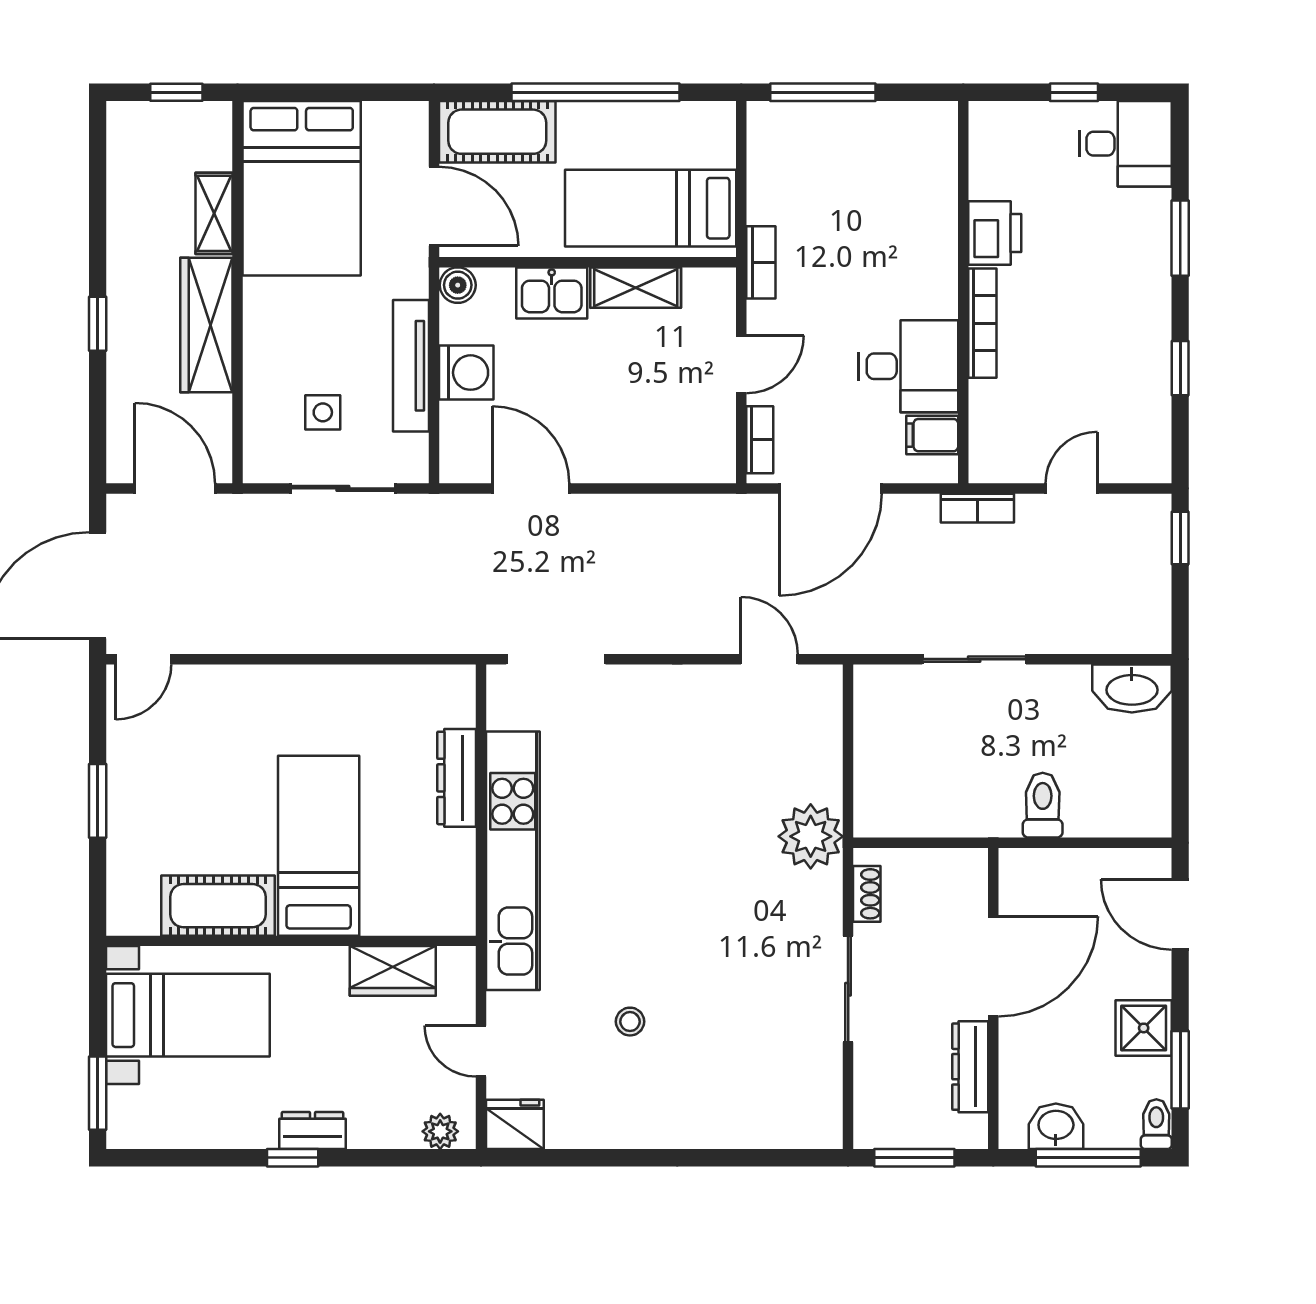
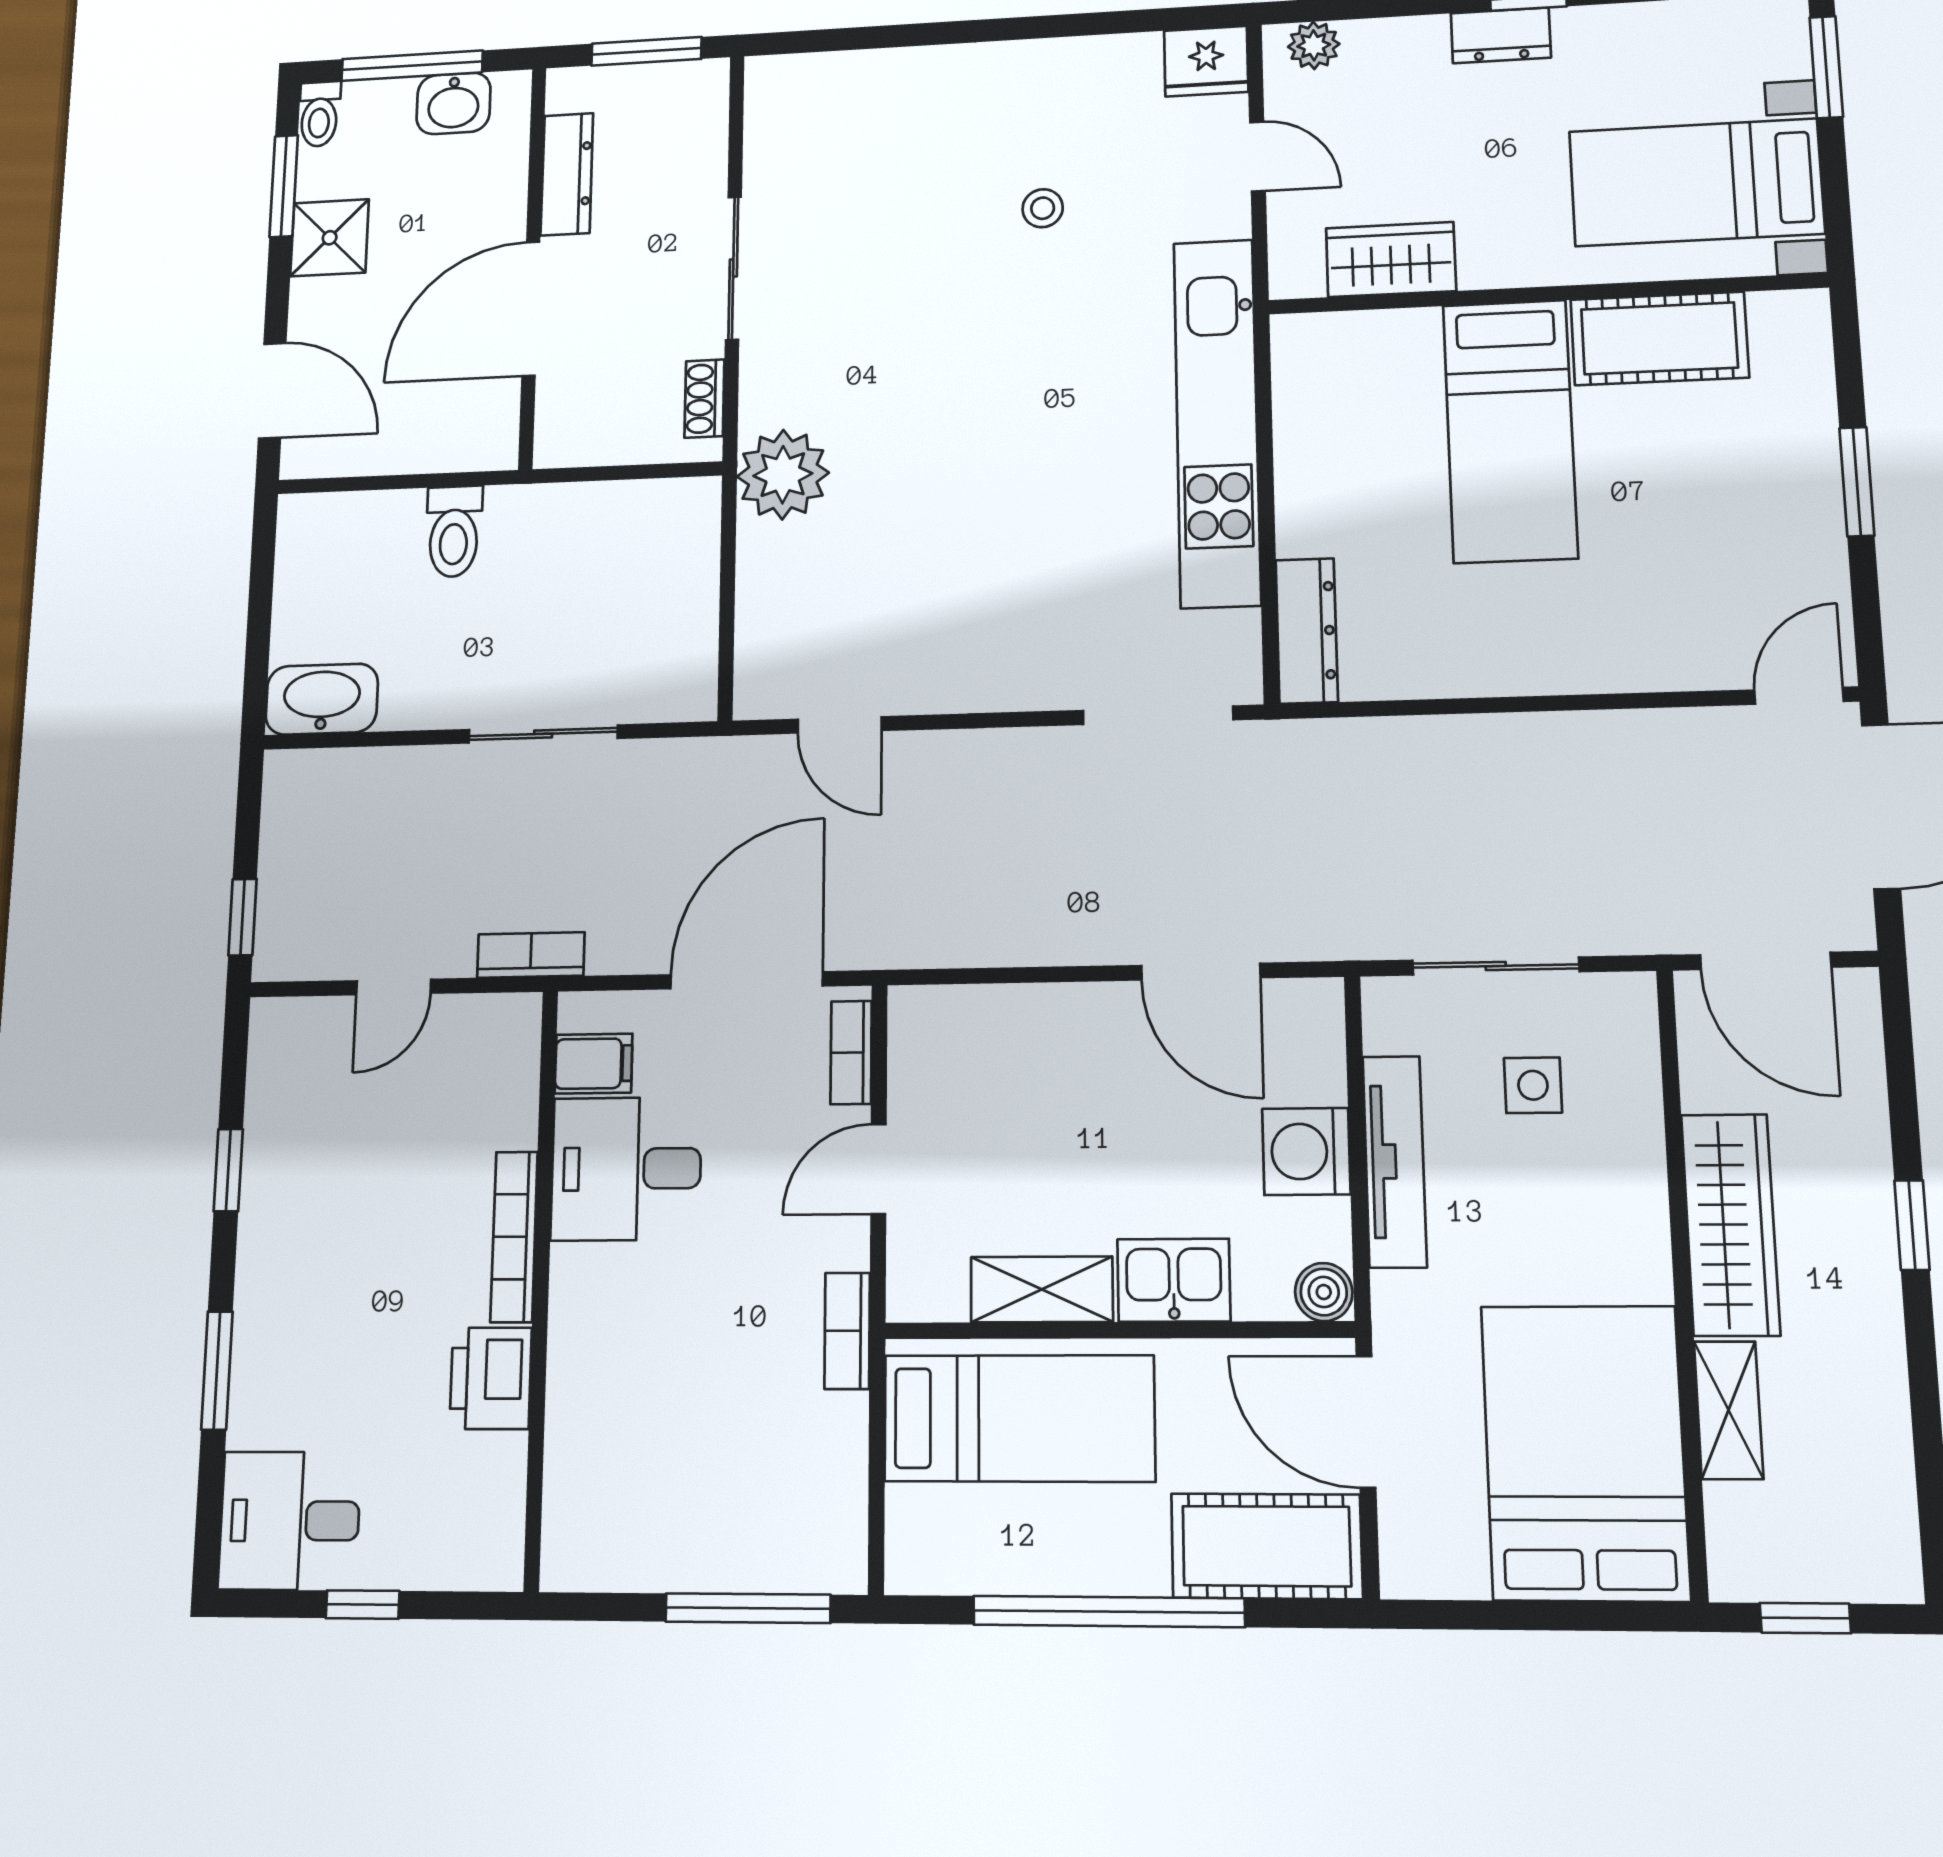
dresser: (457, 778) -> (1307, 631), moved

